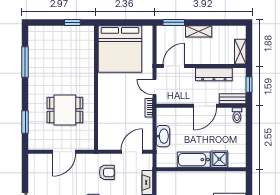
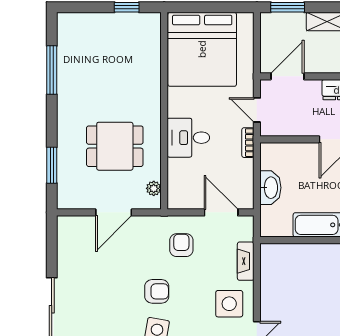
desk: (111, 105) -> (188, 138), added
plant: (89, 137) -> (154, 188), added
door: (132, 152) -> (221, 212), hinge flipped
armchair: (107, 172) -> (181, 245), turned -90

